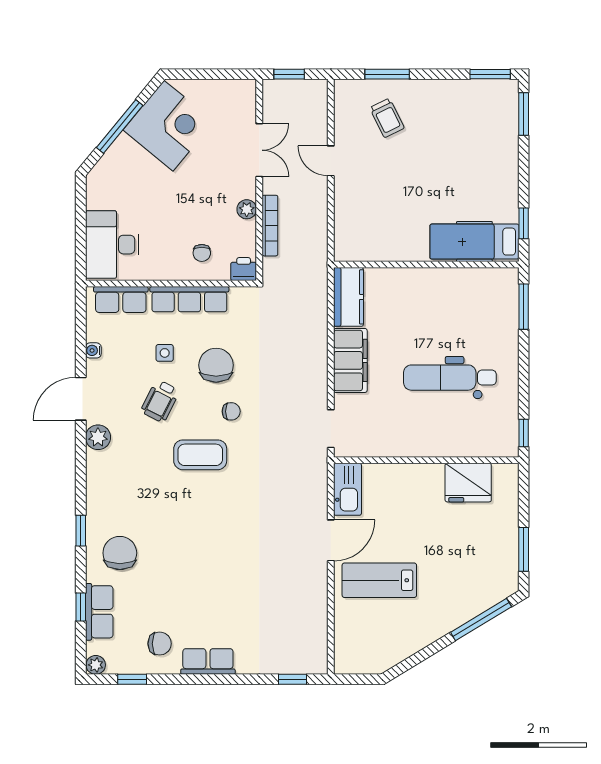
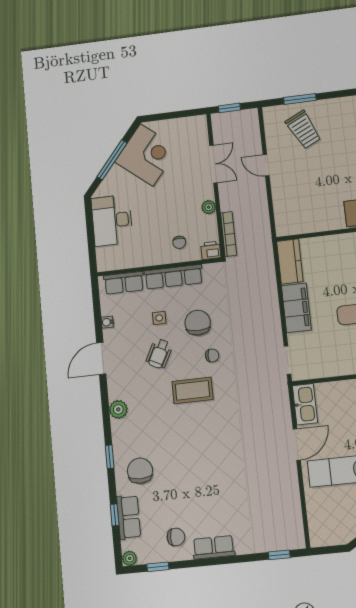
trolley: (387, 118) -> (303, 130), width x1.36, depth x1.39
bookcase: (270, 226) -> (229, 234), moved
desk: (112, 245) -> (112, 220), moved
plant: (98, 437) -> (118, 409), moved

